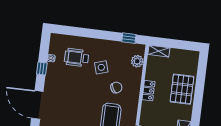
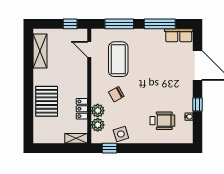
side table: (101, 67) -> (121, 134), moved
plant: (136, 74) -> (98, 111), added
locker: (148, 91) -> (82, 109), moved

